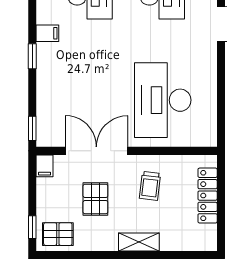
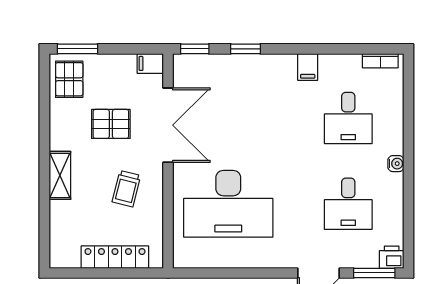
window: (32, 56) -> (246, 49), moved
desk: (163, 100) -> (228, 204), turned 180
trolley: (150, 186) -> (126, 189), turned -83
window: (32, 227) -> (78, 49), width x1.50

